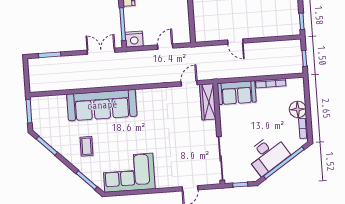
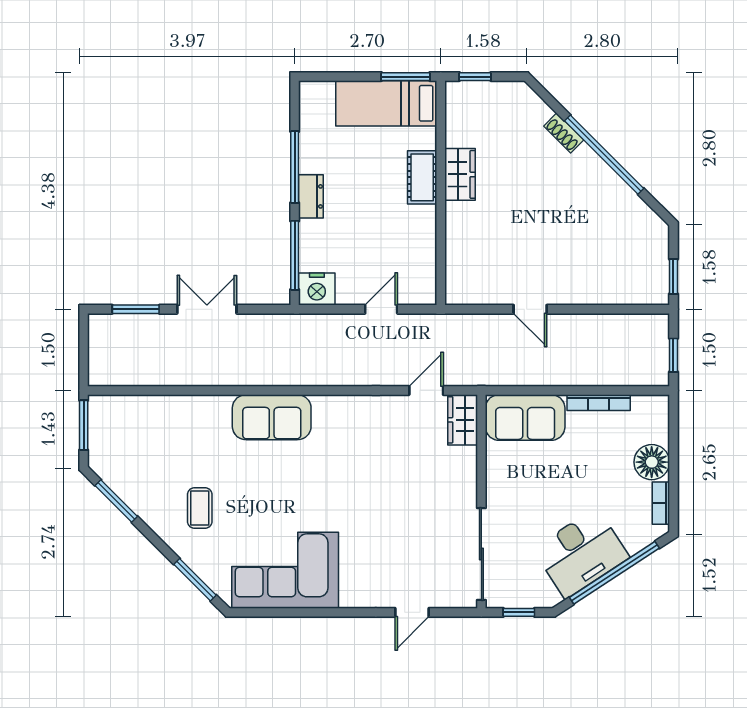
double door: (101, 51) -> (207, 309), moved
wardrobe: (208, 102) -> (463, 420), width x0.67
sofa: (102, 105) -> (272, 417), width x0.54, depth x0.79

